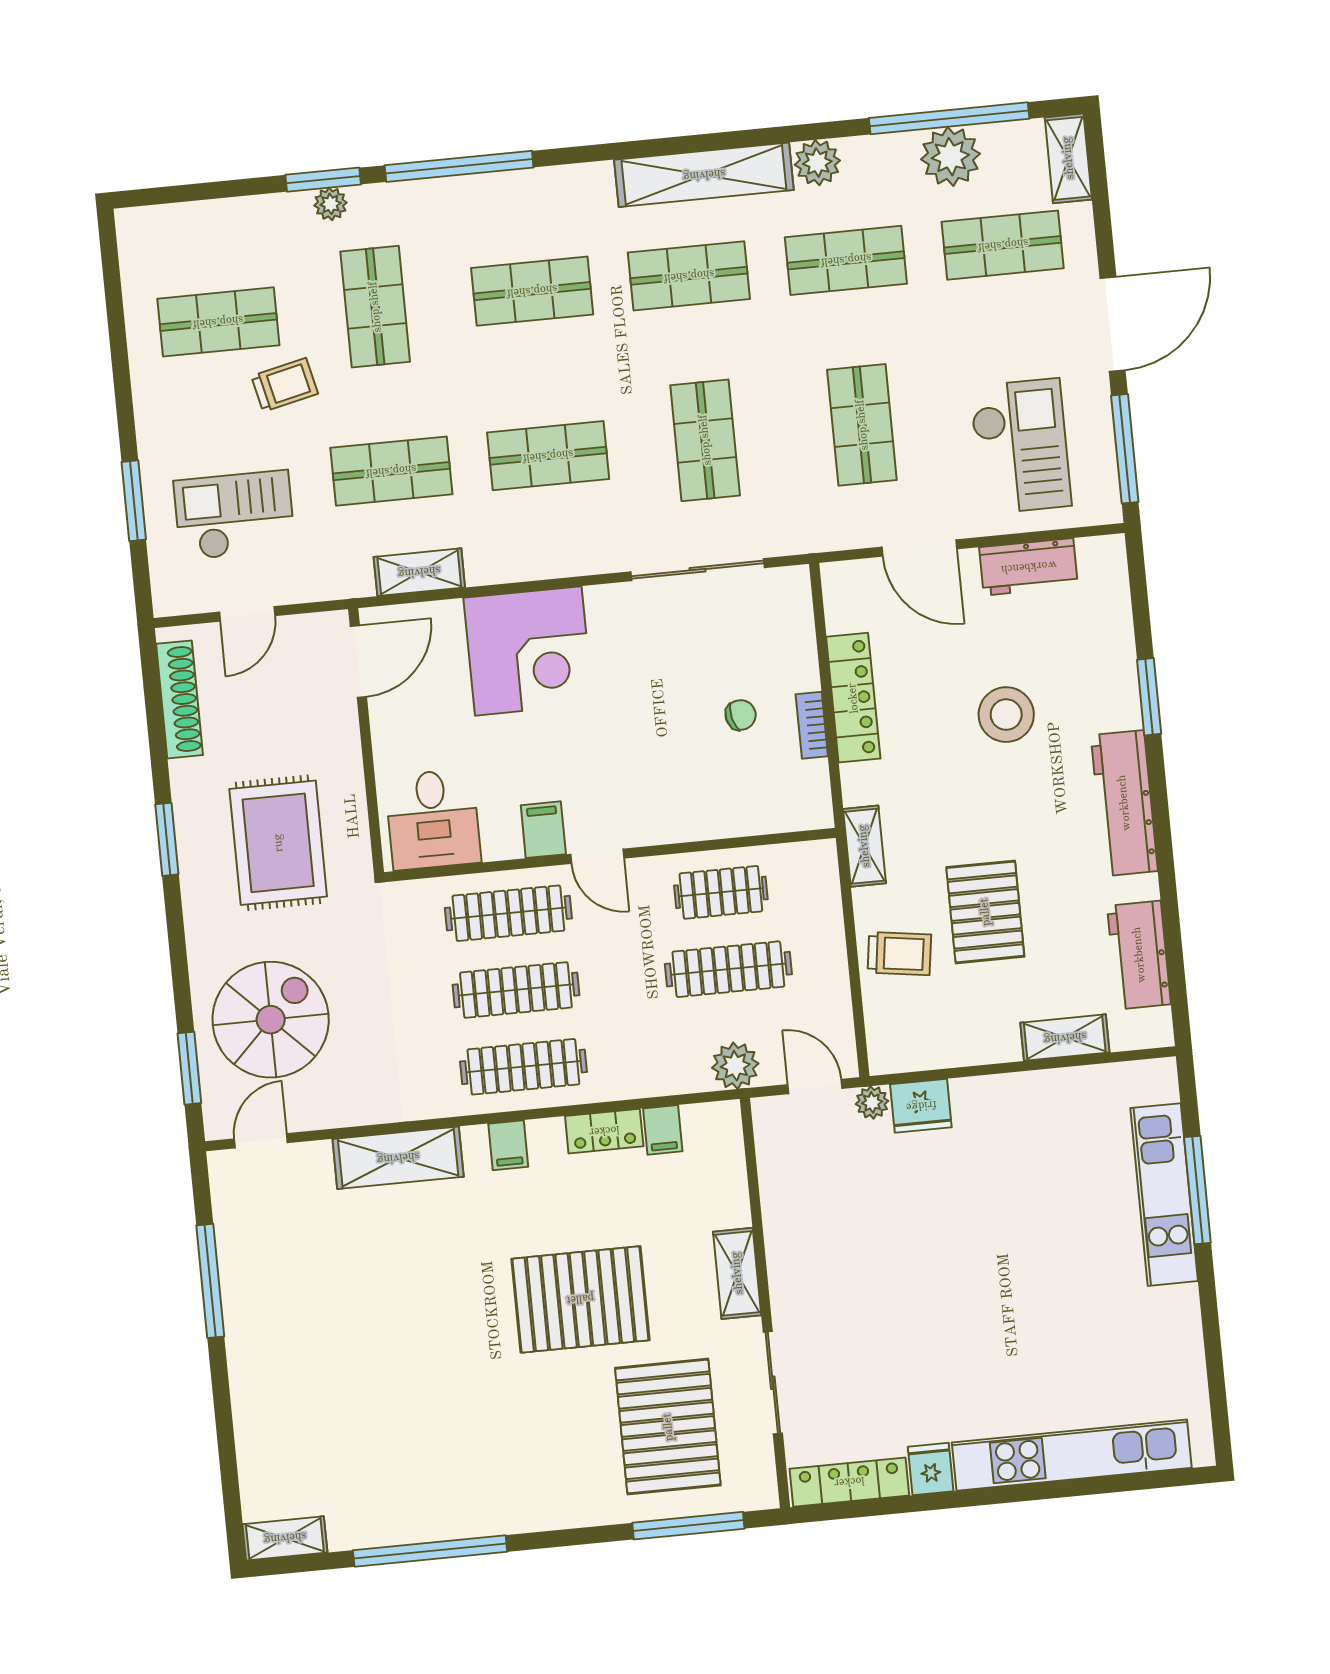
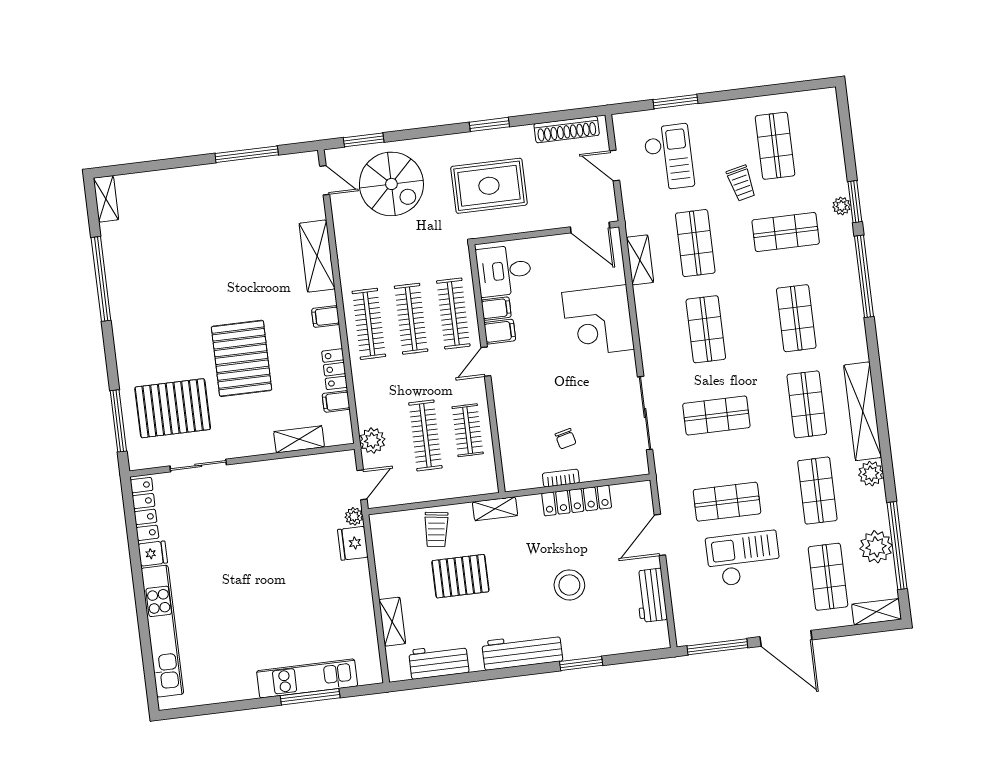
checkout: (1020, 446) -> (743, 559), moved, turned 180
filing cabinet: (501, 835) -> (496, 309), added
shelving: (737, 1273) -> (299, 439), moved

